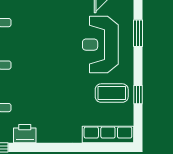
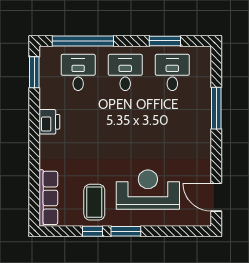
window: (138, 33) -> (126, 231), moved
printer: (25, 134) -> (49, 122), moved

